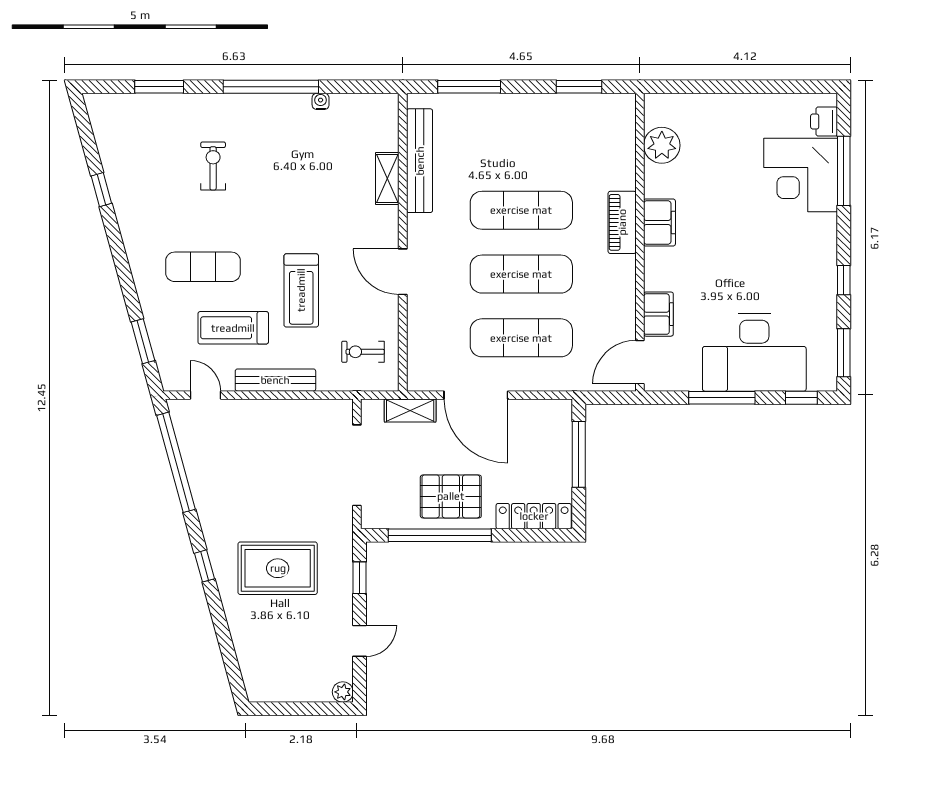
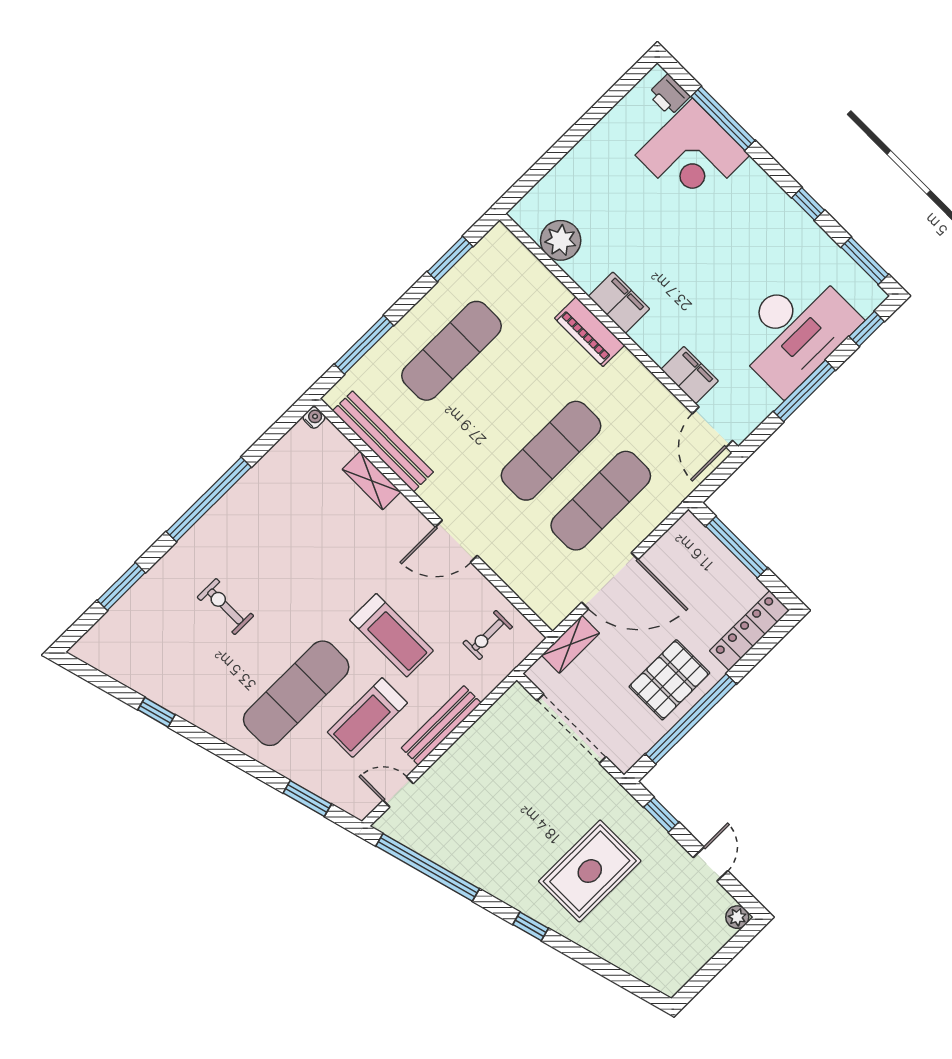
water cooler: (321, 101) -> (314, 417), moved, turned 90
exercise mat: (521, 210) -> (451, 351), moved
exercise mat: (203, 267) -> (296, 693), width x1.36, depth x1.45

